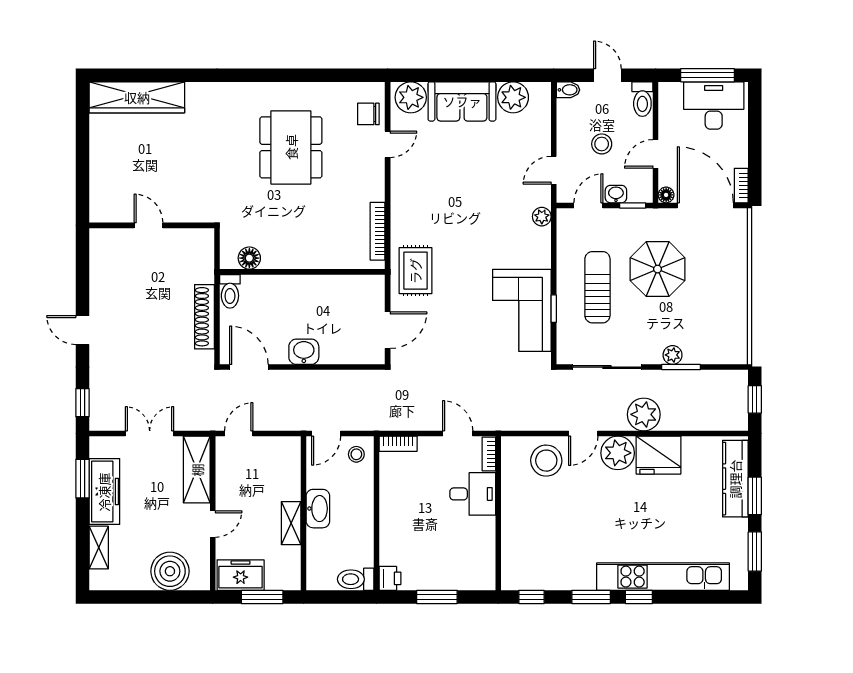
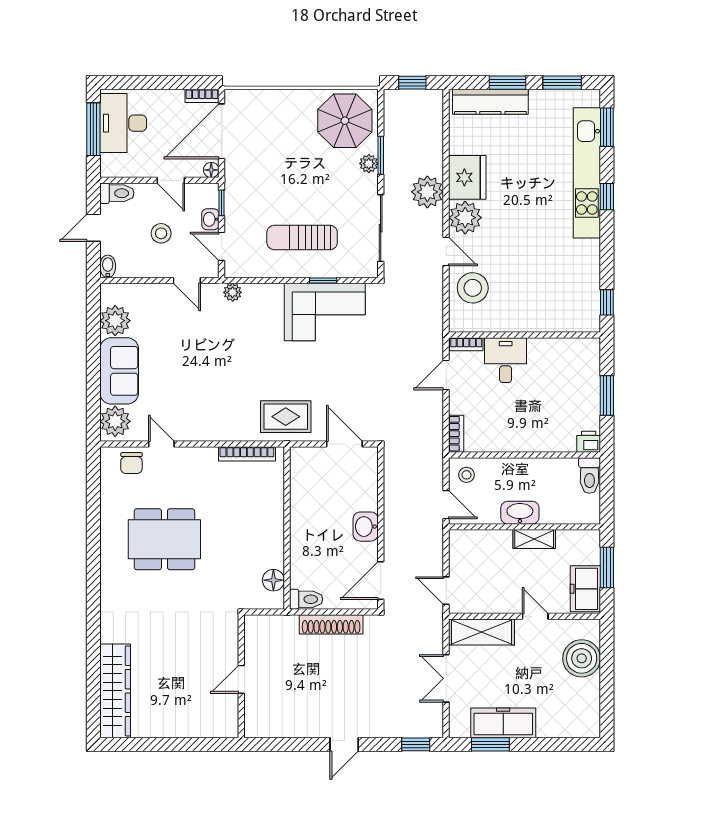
parasol: (658, 269) -> (345, 121), moved
shelving: (99, 548) -> (558, 728), removed
window: (591, 597) -> (607, 127), moved

